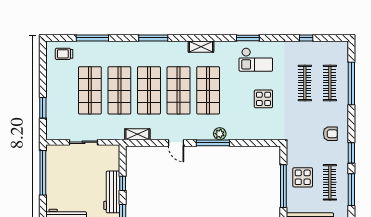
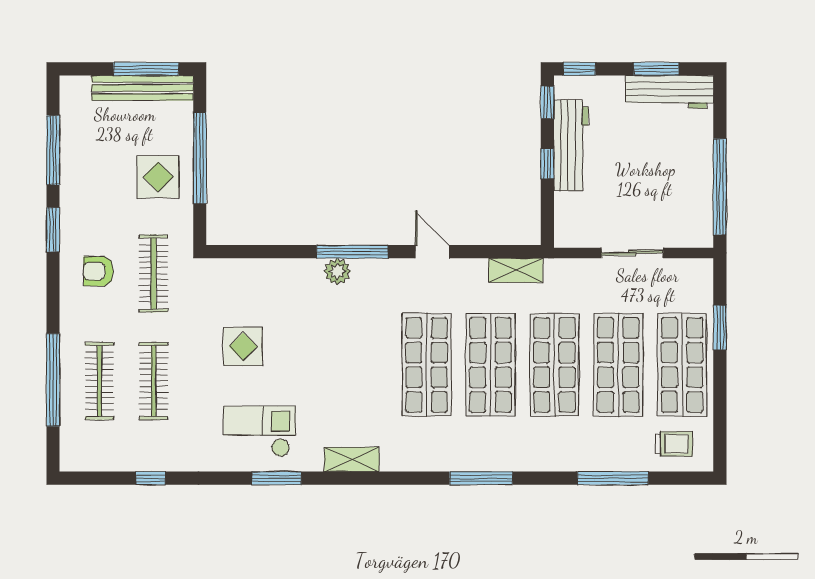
shelving: (201, 47) -> (352, 459), moved
shop shelf: (208, 90) -> (682, 365), moved
clothes rail: (330, 182) -> (153, 274), moved

